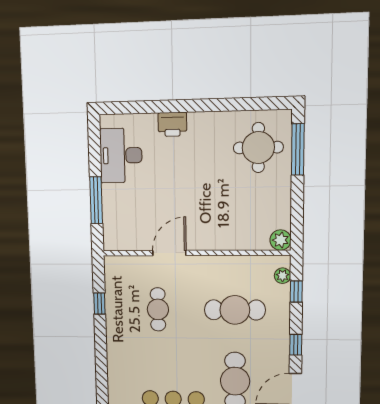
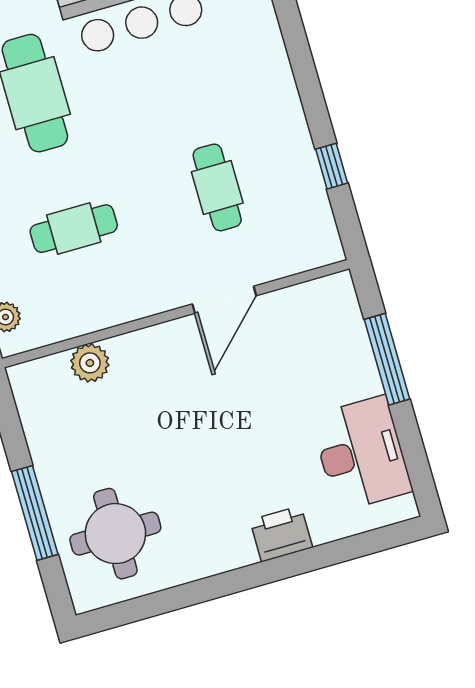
window: (298, 149) -> (35, 513), moved
plant: (280, 240) -> (90, 363), moved
cafe table: (235, 310) -> (74, 229), width x0.73, depth x0.74

